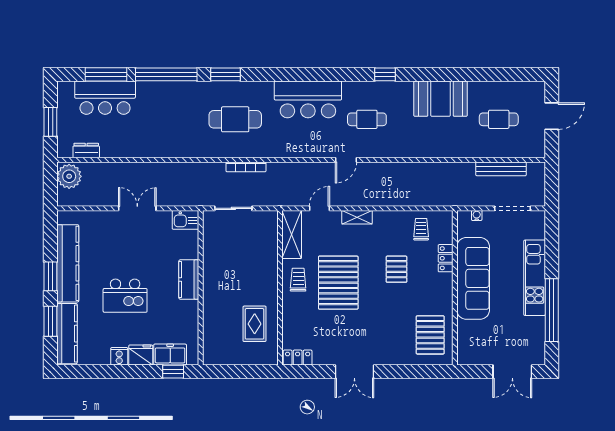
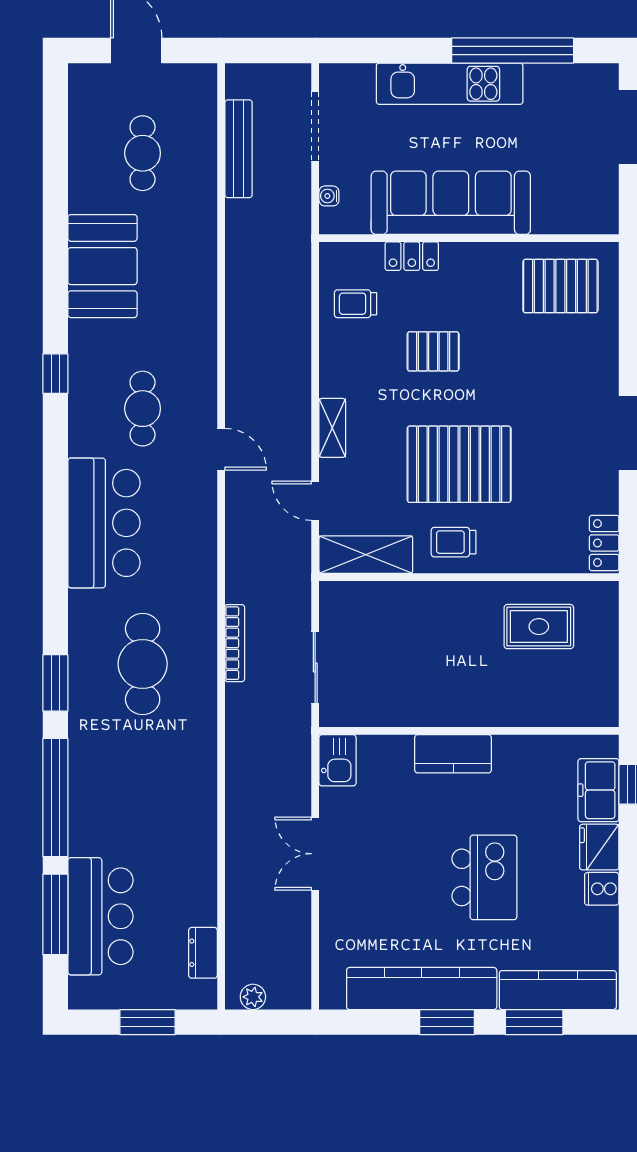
plant: (69, 176) -> (253, 997), width x0.53, depth x0.53

